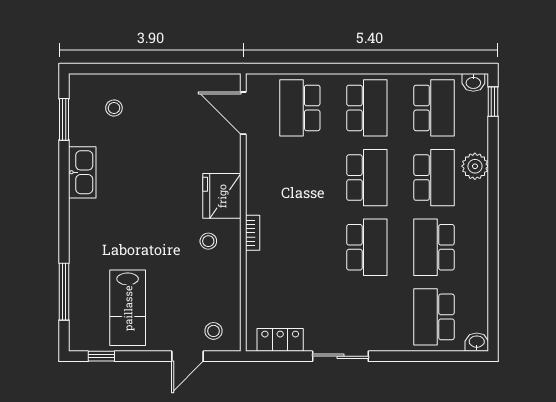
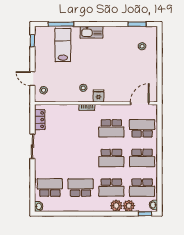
plant: (475, 138) -> (129, 206), added
kitchen sink: (82, 172) -> (91, 32), moved
fridge: (222, 196) -> (99, 96), width x0.53, depth x0.75
school desk: (367, 247) -> (111, 128), moved
lab bench: (128, 308) -> (63, 45), moved, turned 90

